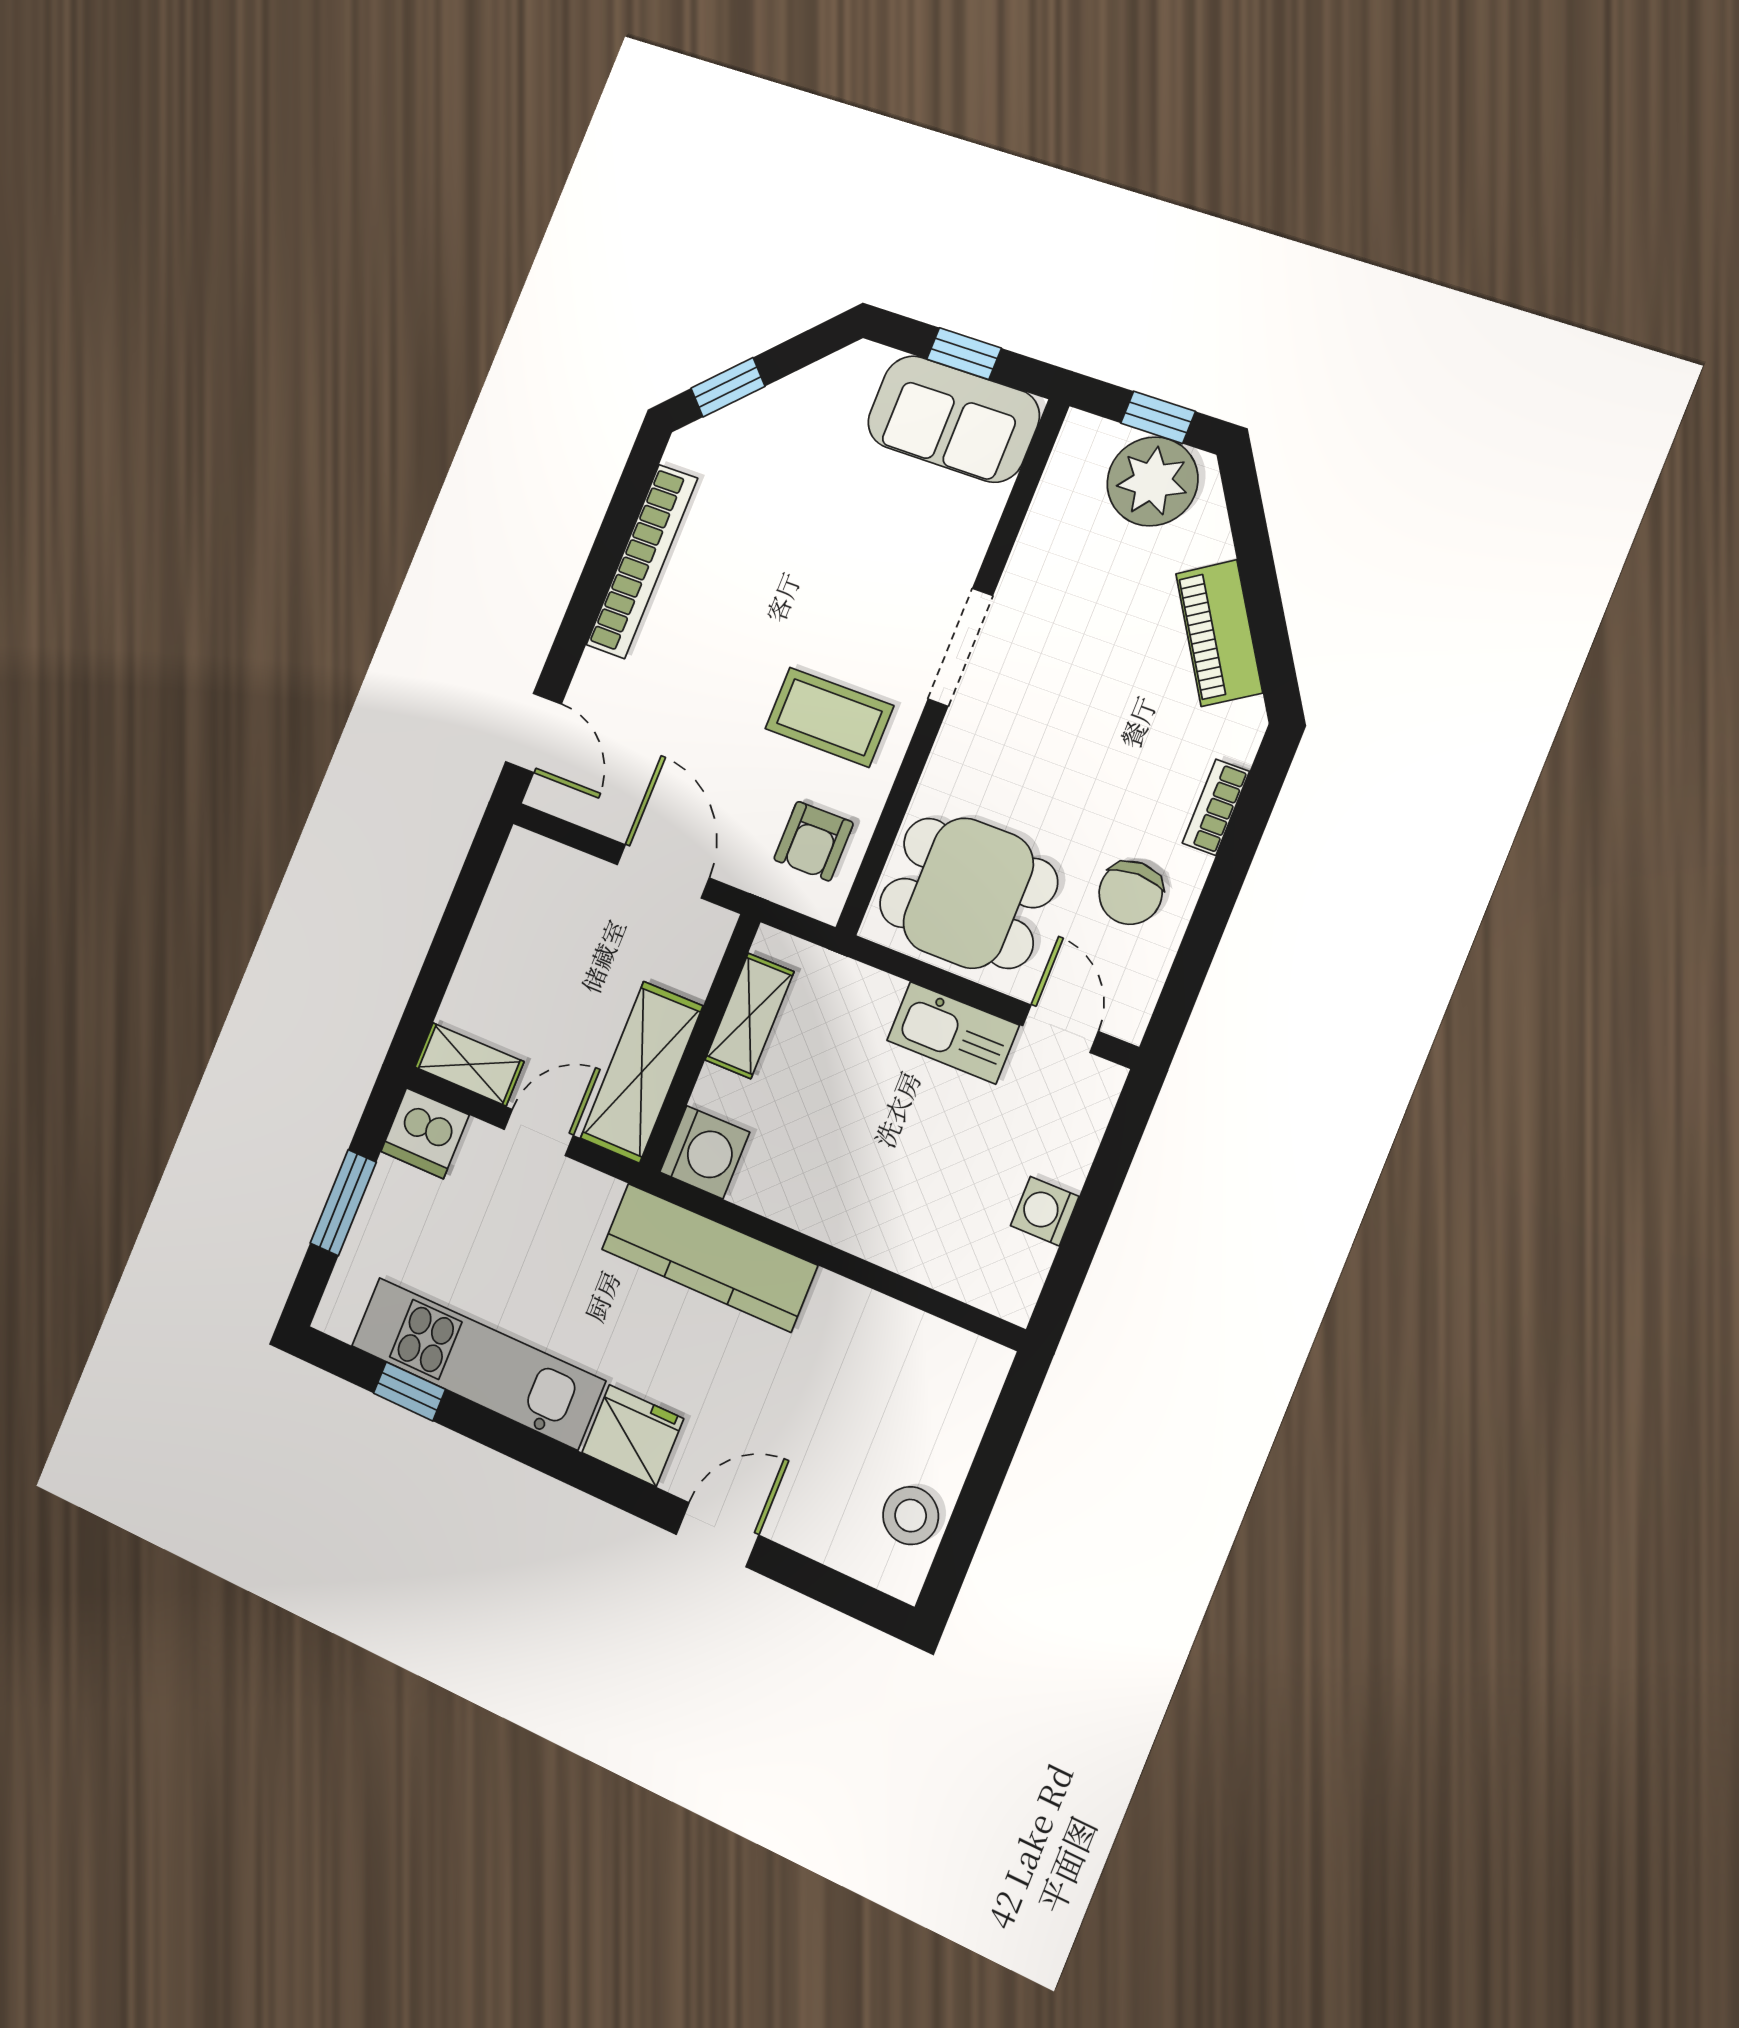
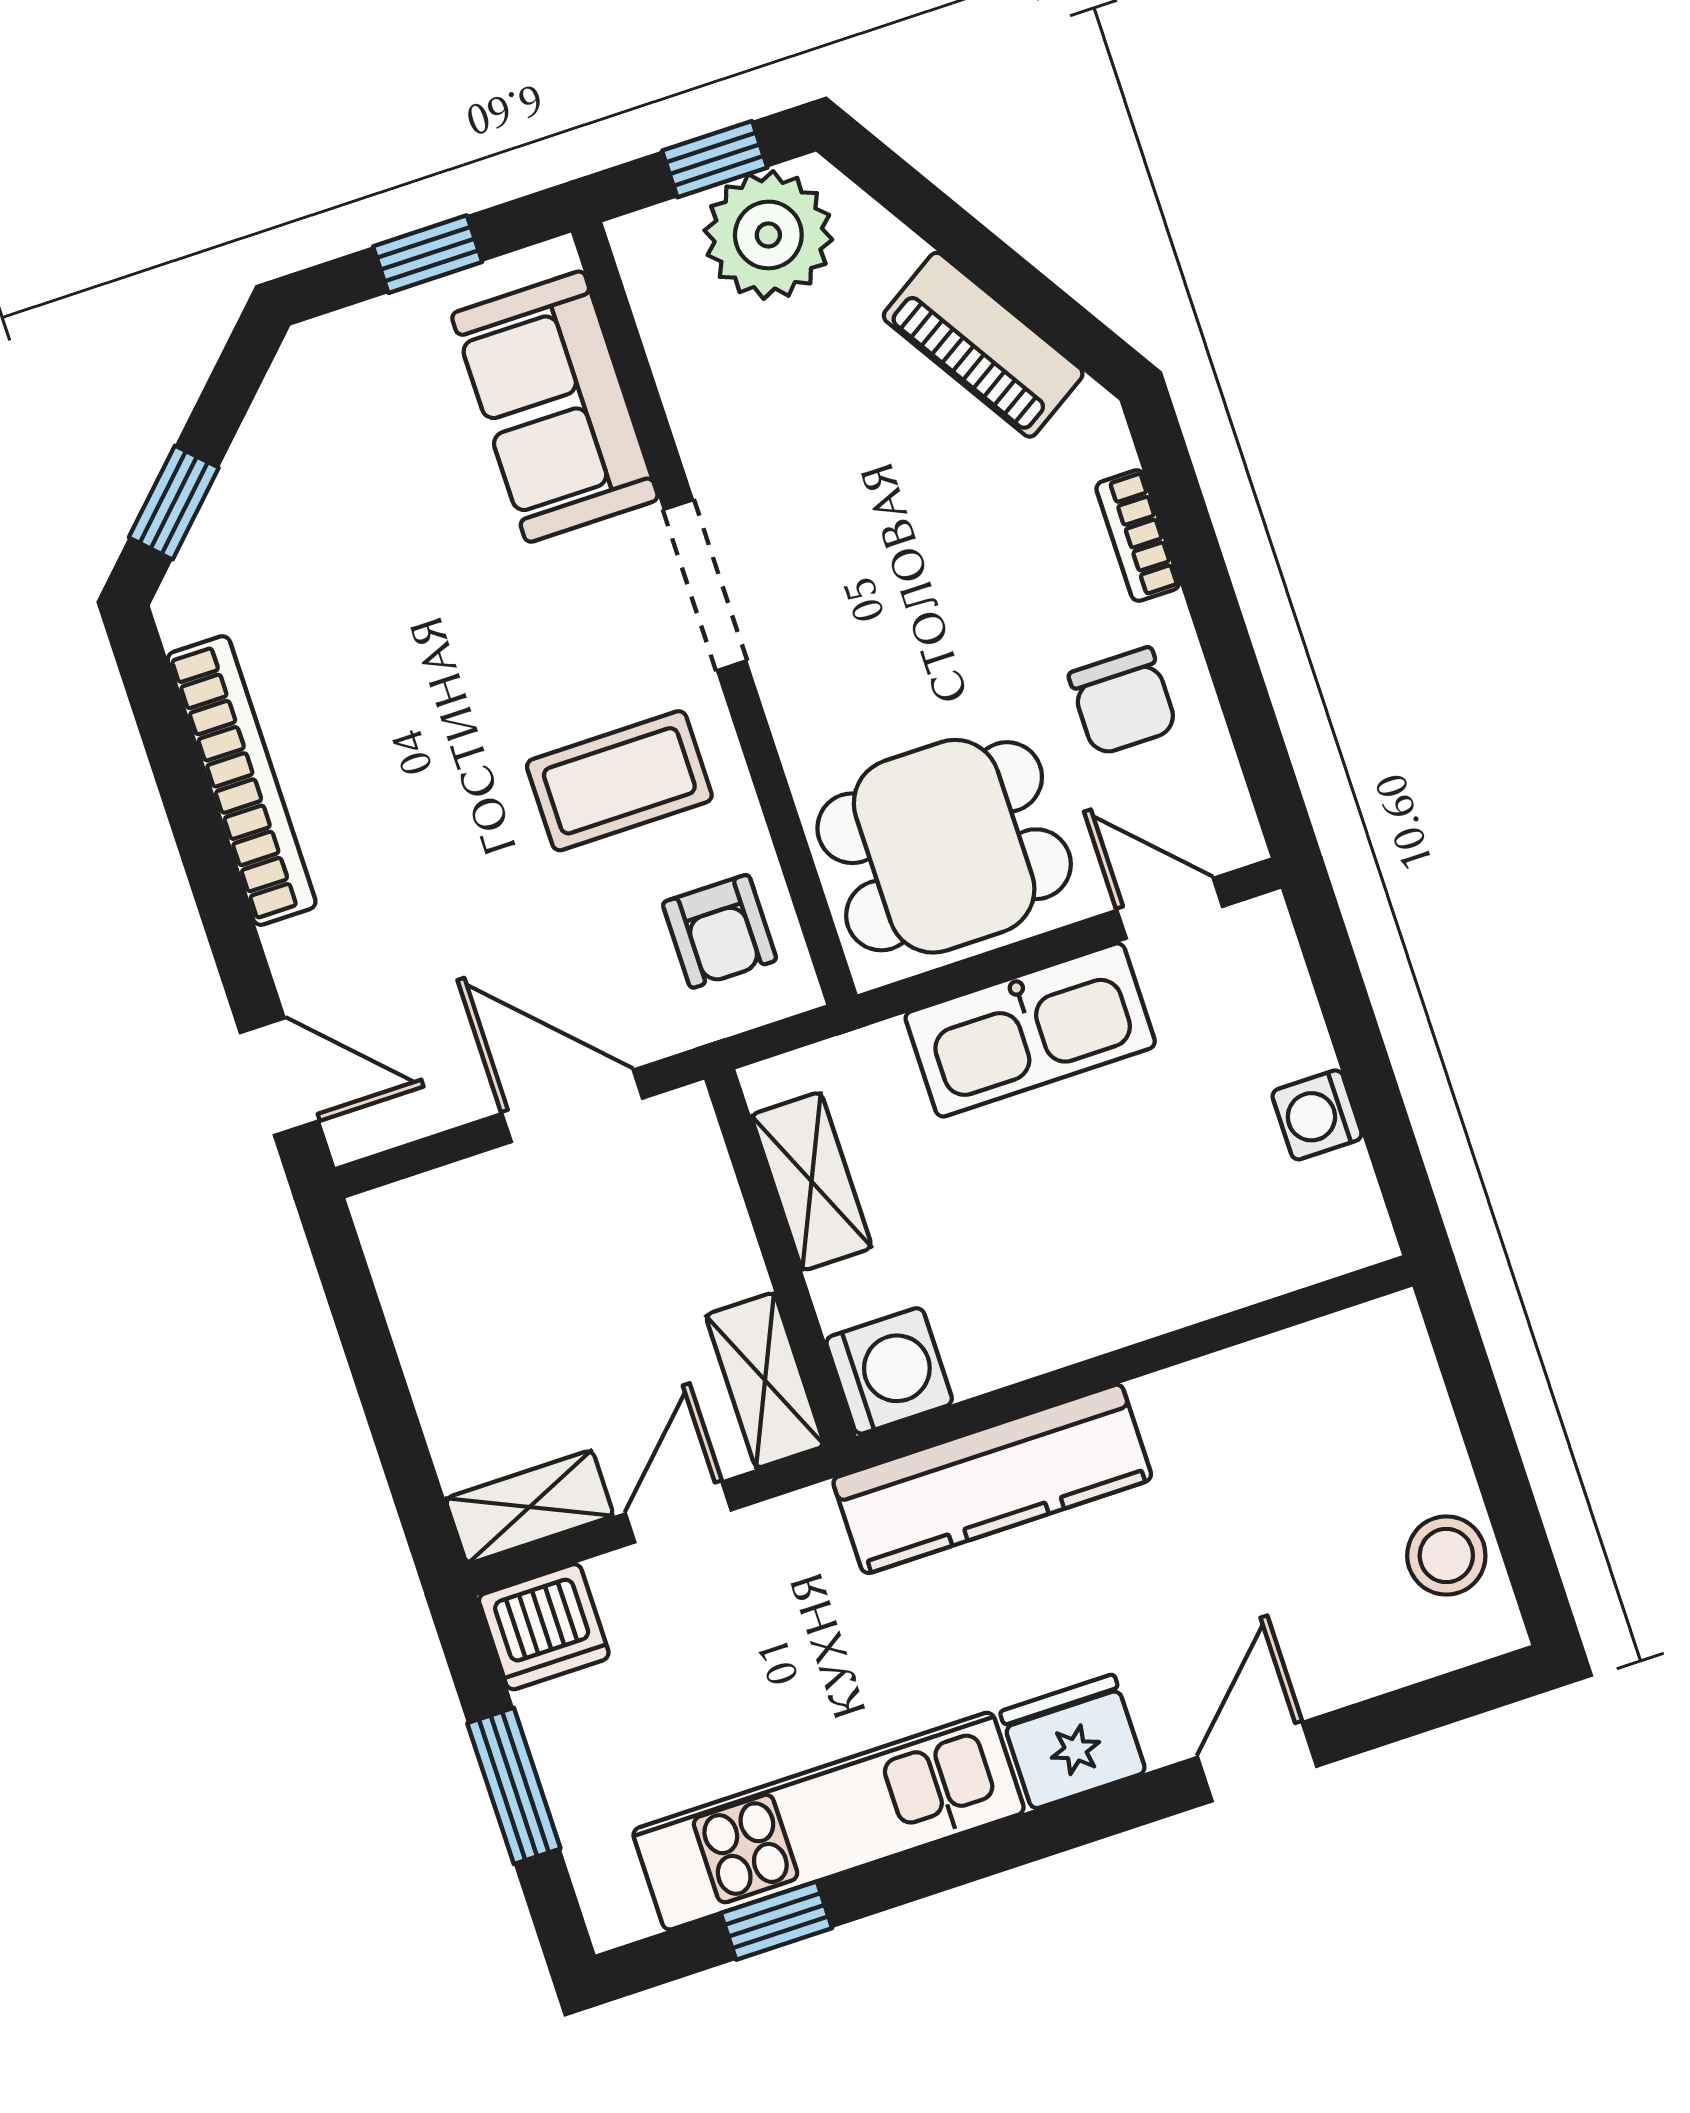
sofa: (953, 419) -> (555, 407), moved, turned 90
kitchen sink: (953, 1033) -> (1030, 1030), width x1.36, depth x1.24
shelving: (642, 1072) -> (765, 1380), width x0.67, depth x0.75

